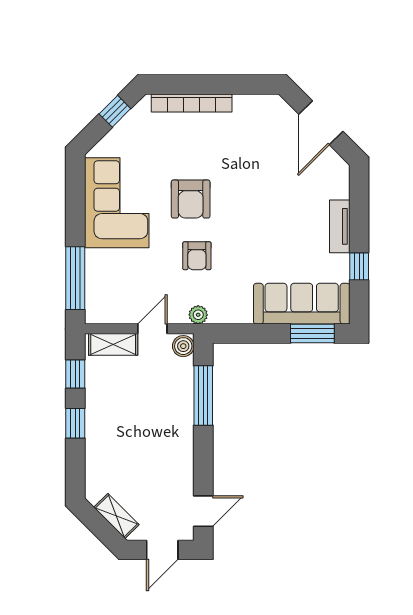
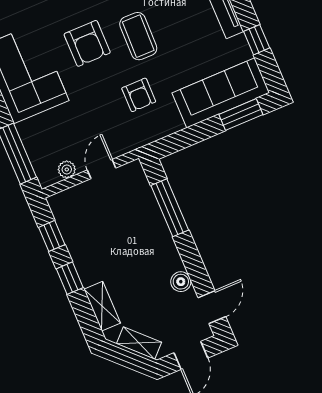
coffee table: (244, 213) -> (138, 36), added
armchair: (197, 256) -> (139, 95), moved
plant: (198, 315) -> (67, 169), moved
shelving: (113, 344) -> (102, 306), moved, turned 90
boiler: (183, 346) -> (181, 282), moved

